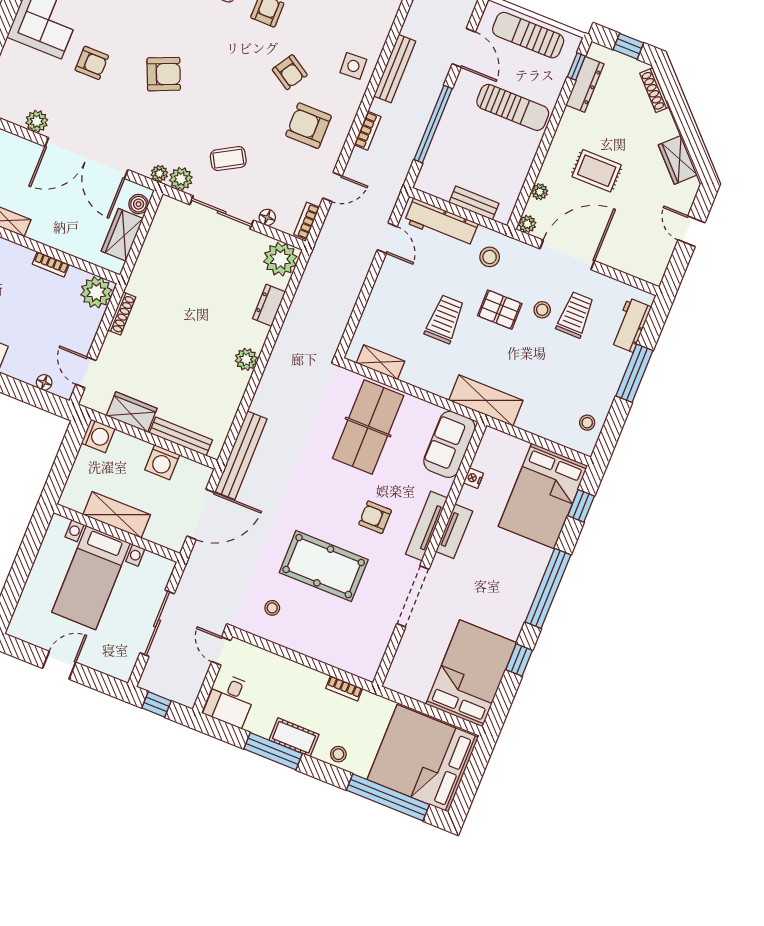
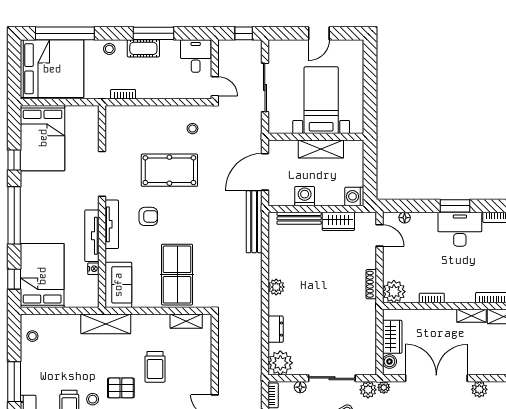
tv unit: (454, 531) -> (92, 236), width x1.41

